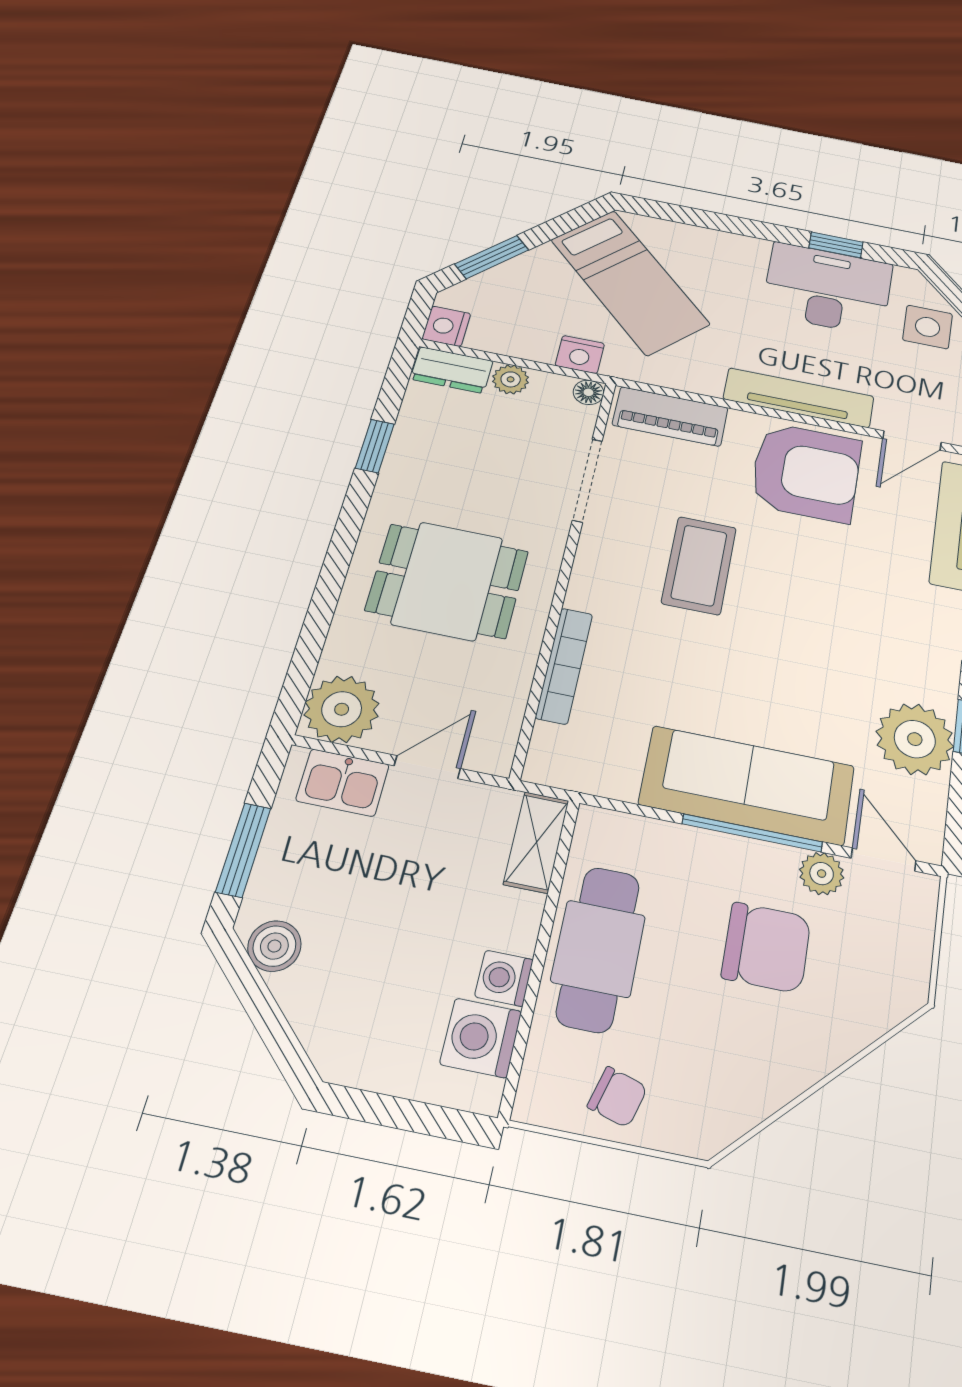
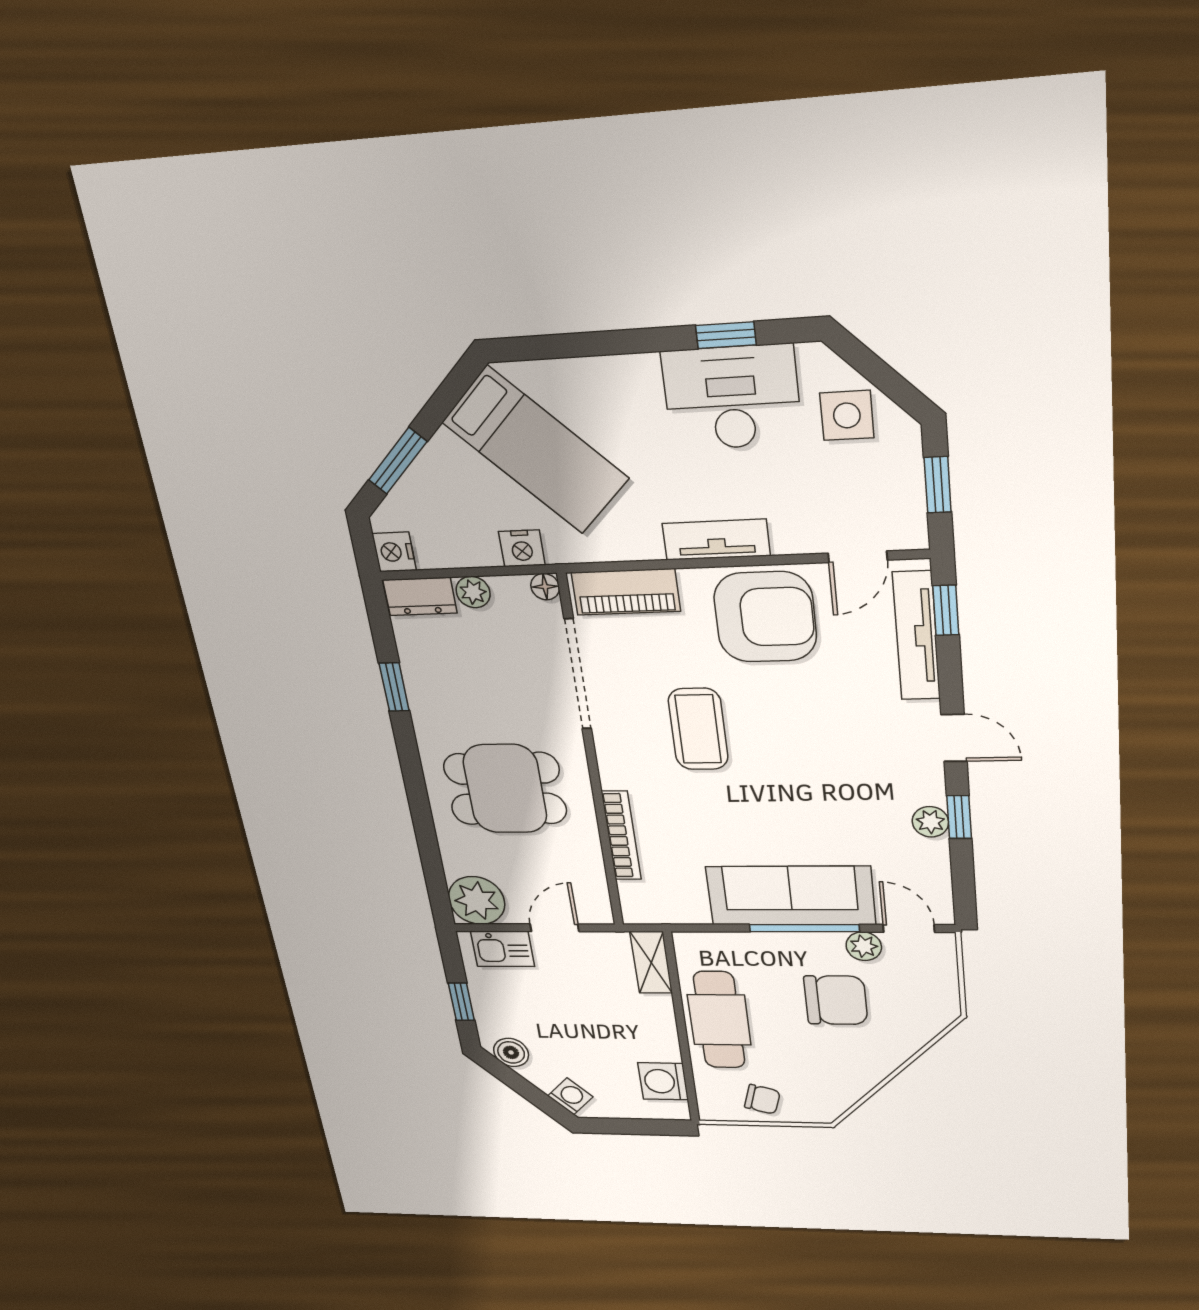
tv unit: (799, 398) -> (716, 540), width x0.71
doorway: (587, 480) -> (578, 674), width x1.36
plant: (915, 739) -> (930, 822), width x0.53, depth x0.53
window: (243, 850) -> (461, 1002), width x0.67
washing machine: (504, 978) -> (570, 1096), moved, turned 135

